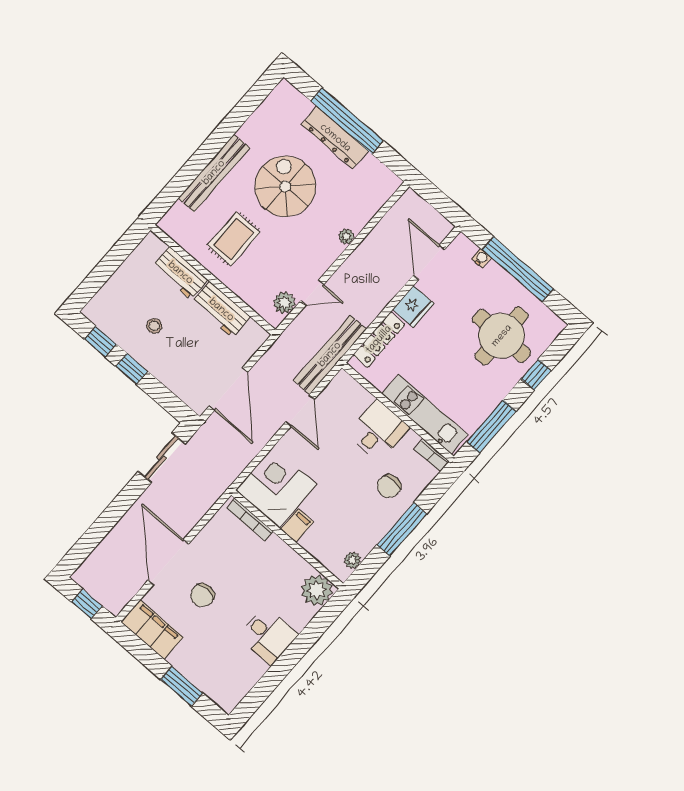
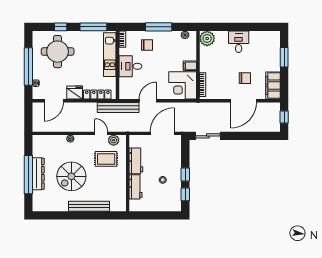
rug: (234, 239) -> (106, 159), moved

